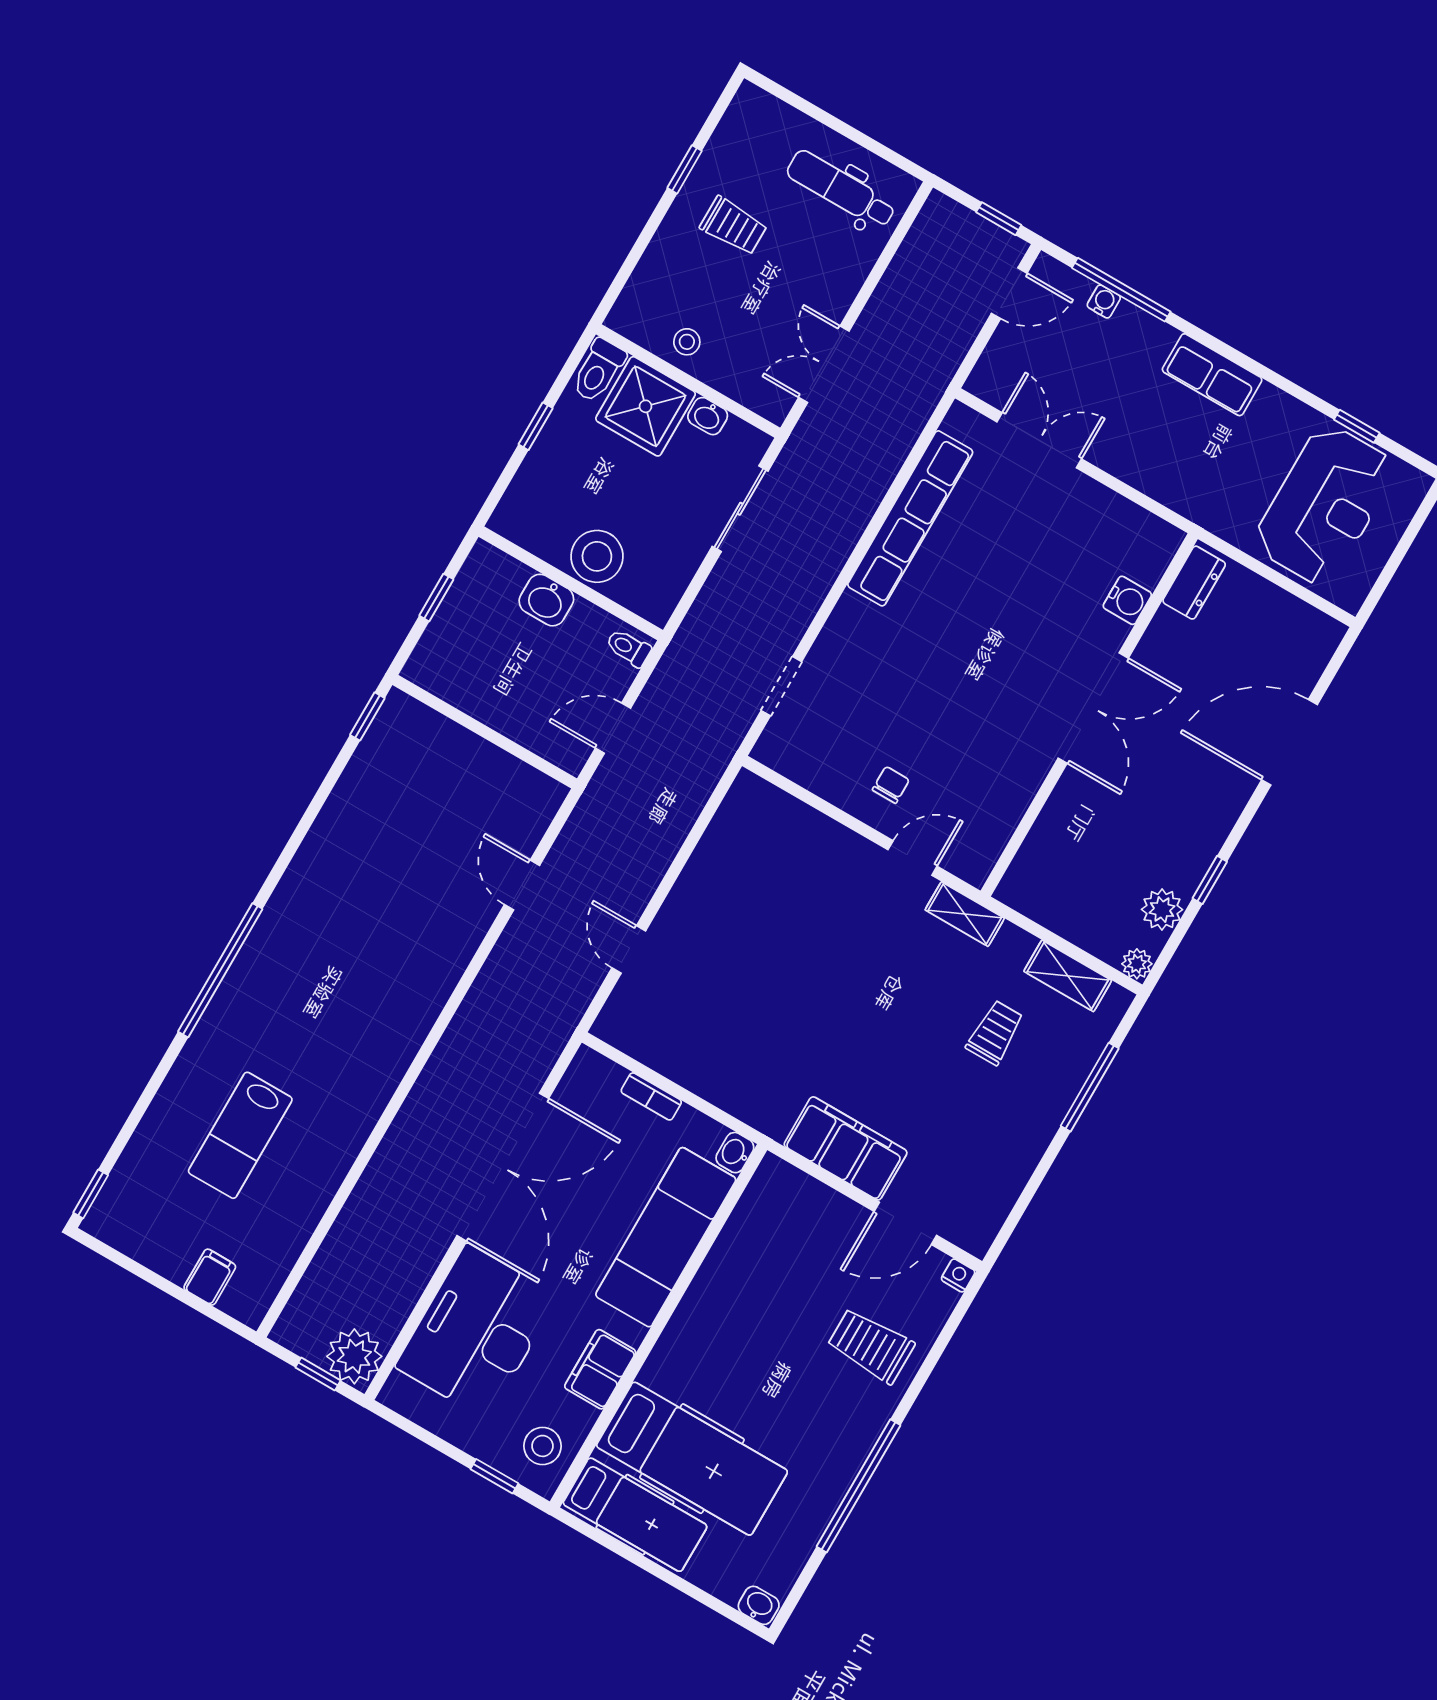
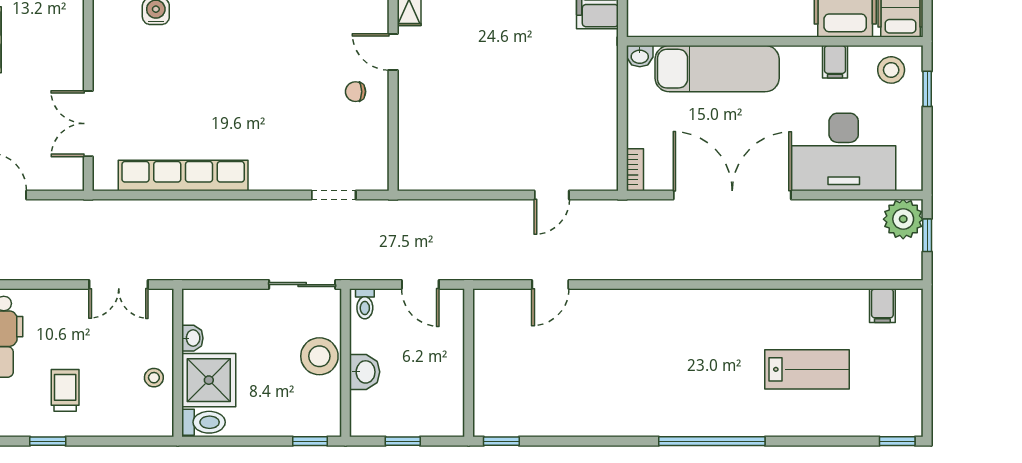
window: (536, 426) -> (310, 441), moved
sliding door: (740, 509) -> (302, 285), moved
bookcase: (651, 1096) -> (635, 170), moved
filing cabinet: (210, 1277) -> (882, 306), moved, turned -90
filing cabinet: (600, 1369) -> (835, 62), width x0.50

